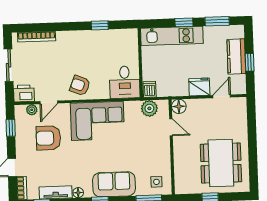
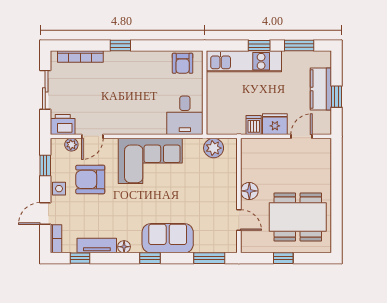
window: (100, 25) -> (120, 46), moved
armchair: (80, 86) -> (183, 63), moved, turned -112
dishwasher: (150, 89) -> (254, 125), moved
floor lamp: (179, 106) -> (249, 191), moved
door: (171, 127) -> (239, 220), moved
dining table: (221, 163) -> (298, 217), turned 90
side table: (156, 182) -> (59, 189), moved

